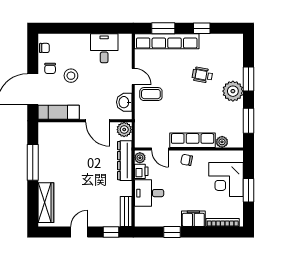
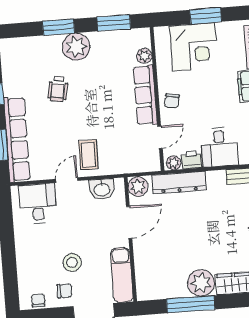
desk: (104, 48) -> (38, 204), moved, turned 90
plant: (48, 171) -> (201, 283), added

